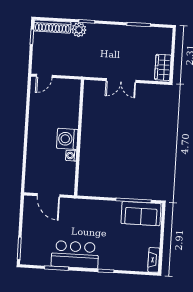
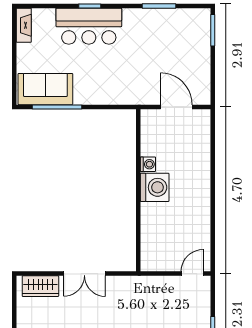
wardrobe: (163, 67) -> (40, 286), moved, turned 90
double door: (121, 80) -> (84, 273), swing flipped
bar counter: (75, 255) -> (89, 26), moved

